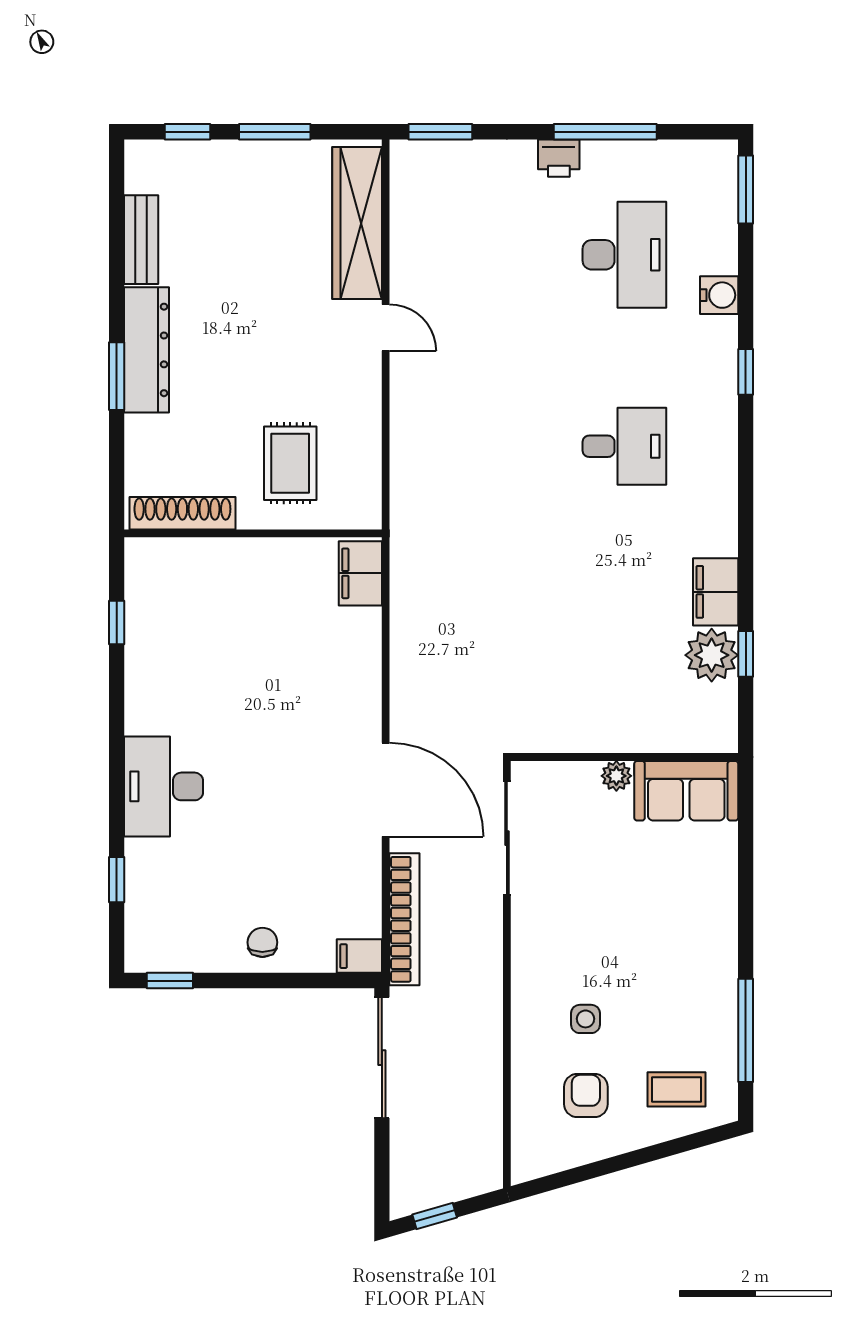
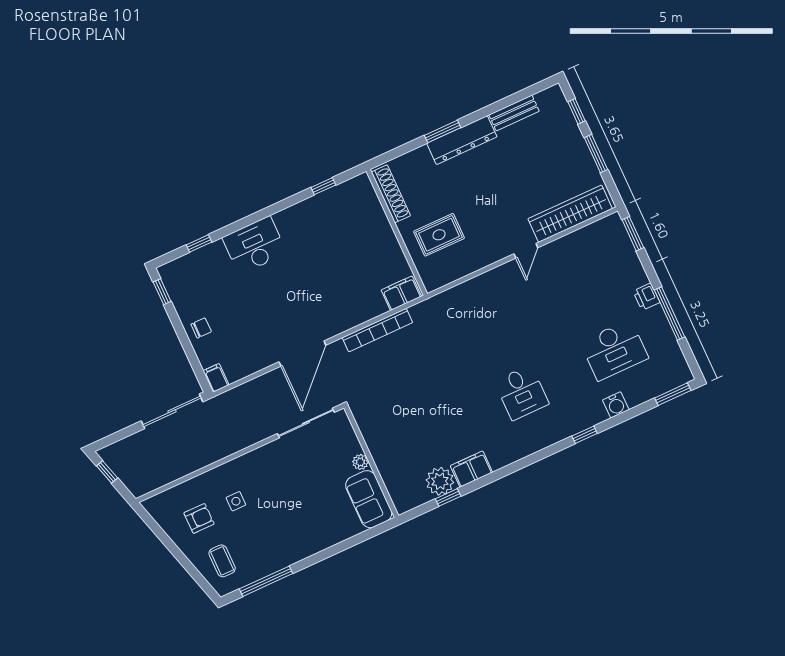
bookcase: (404, 919) -> (377, 330), moved

